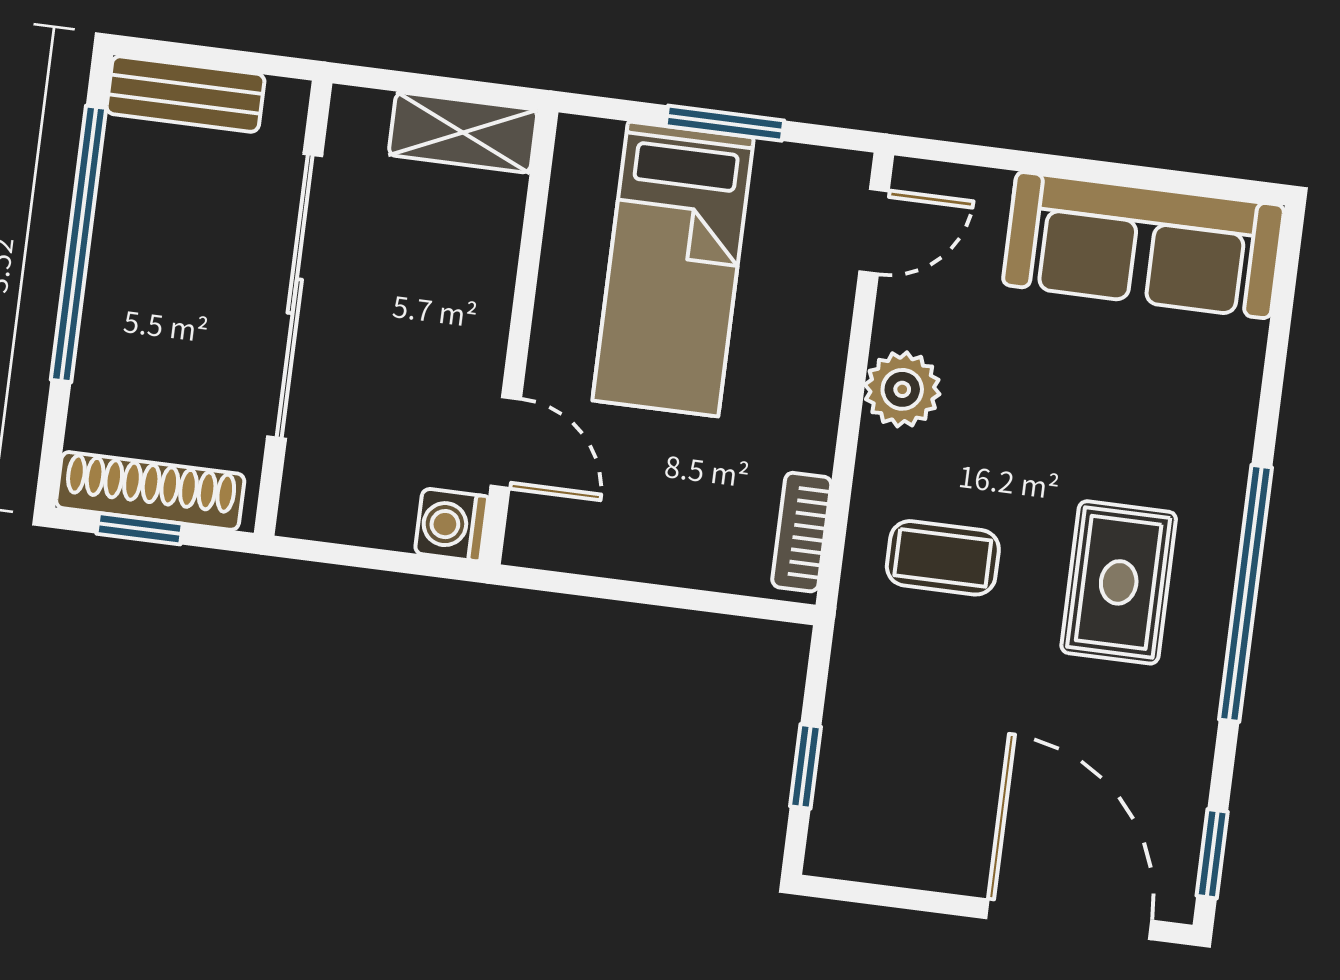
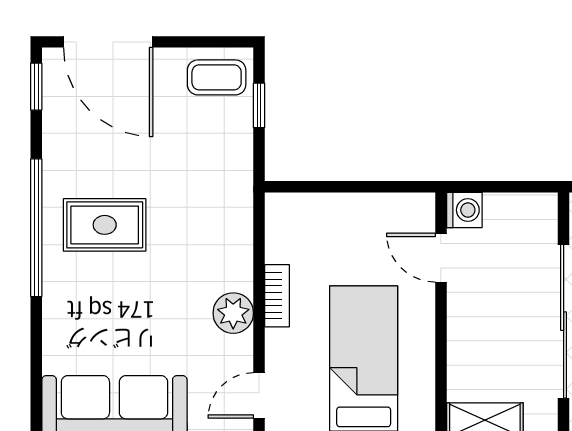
bookcase: (802, 532) -> (277, 296), moved
coffee table: (943, 558) -> (217, 77), moved
rug: (1119, 582) -> (105, 225), turned 90

